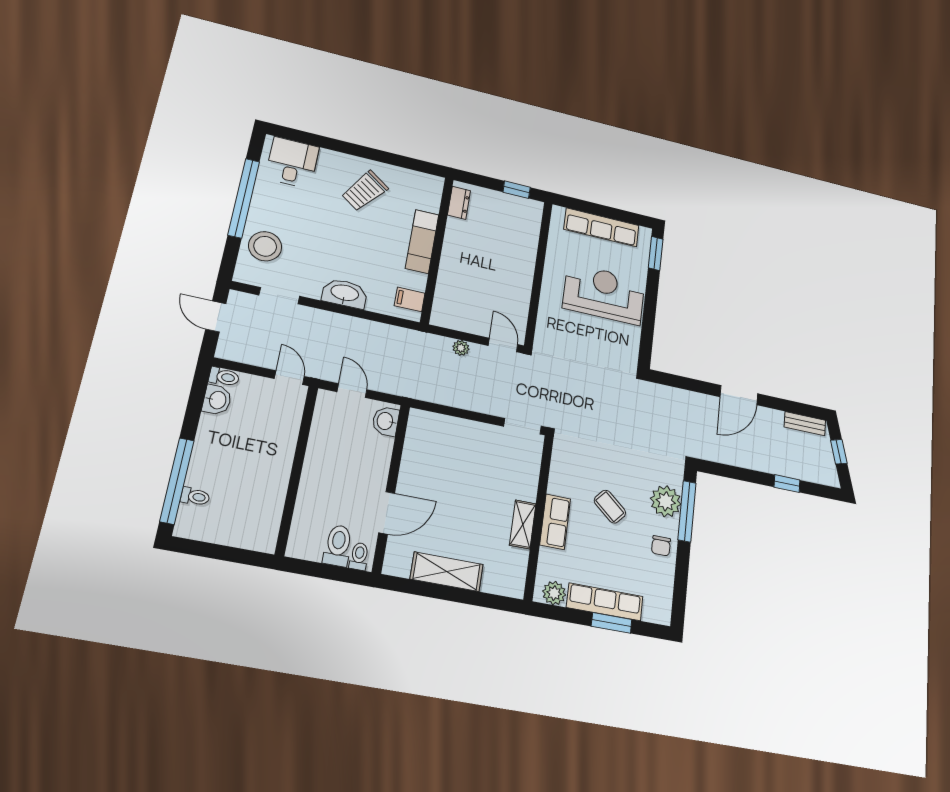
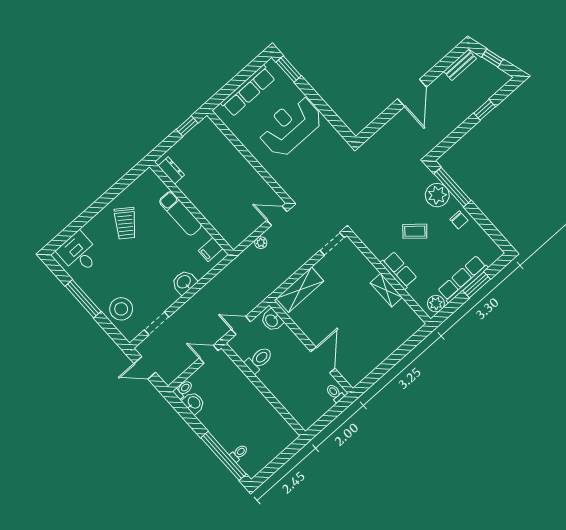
window: (244, 198) -> (83, 299), width x0.68
washbasin: (345, 293) -> (184, 282), width x0.72
toilet: (338, 546) -> (259, 360), moved, turned 90
shelving: (447, 572) -> (300, 290), moved

